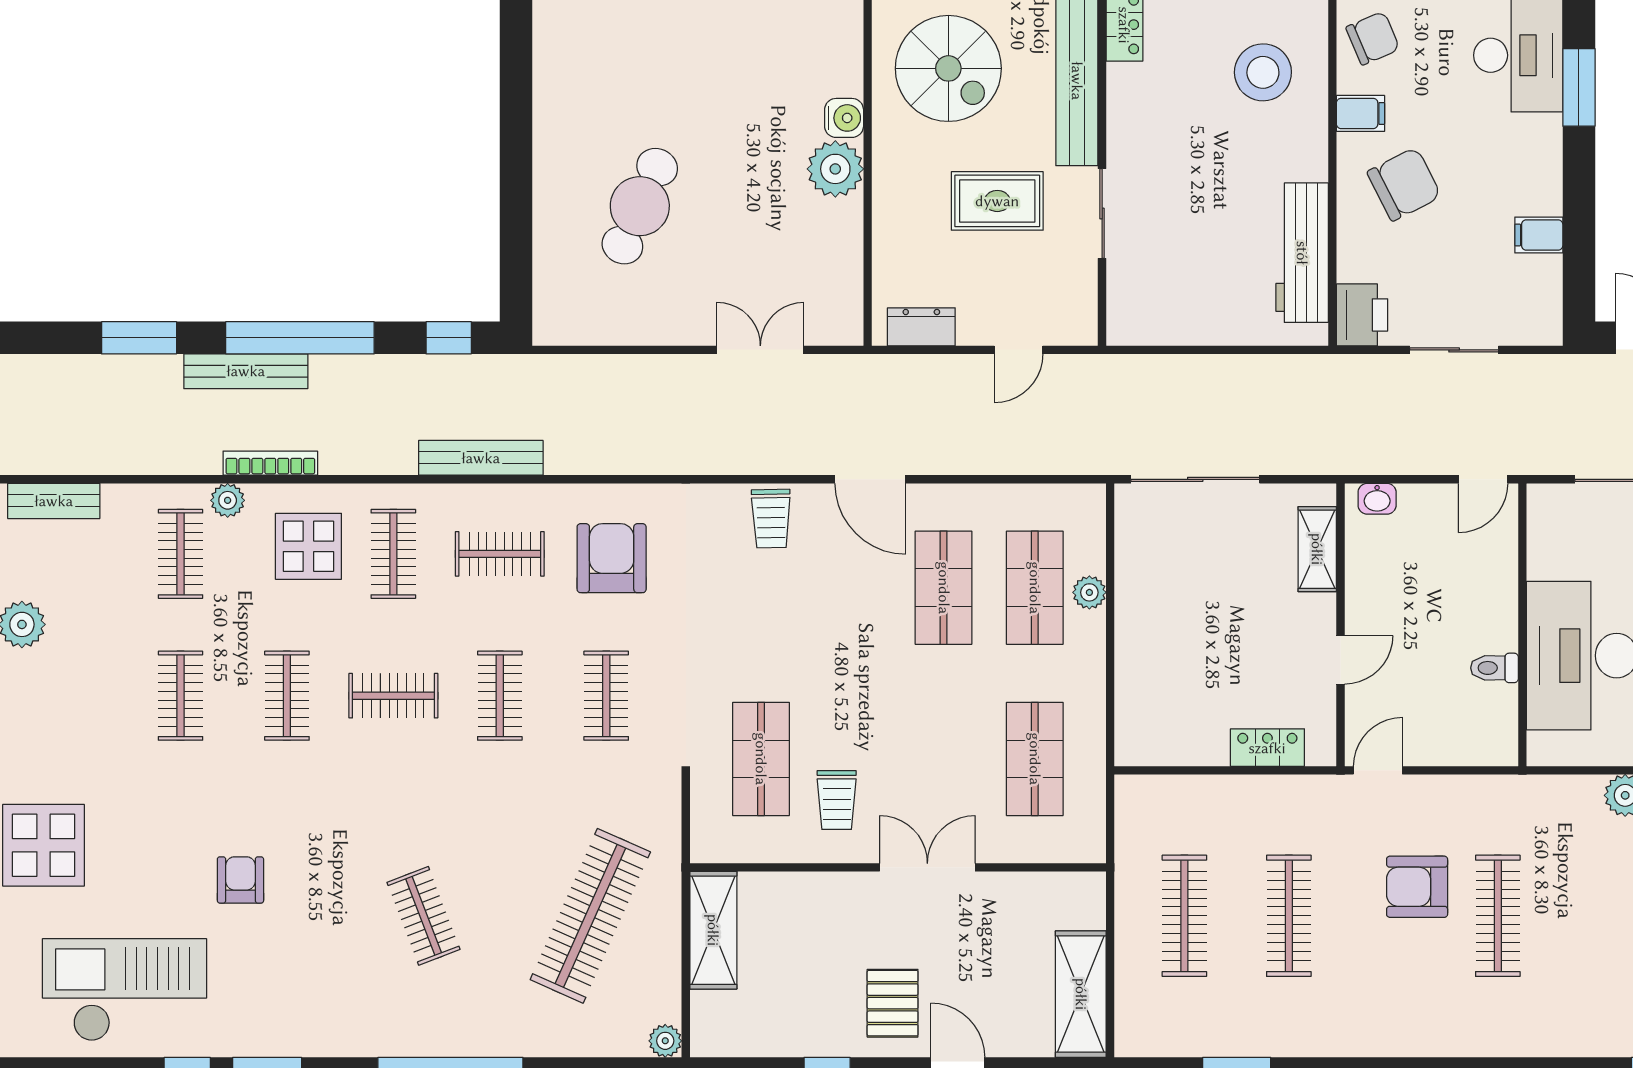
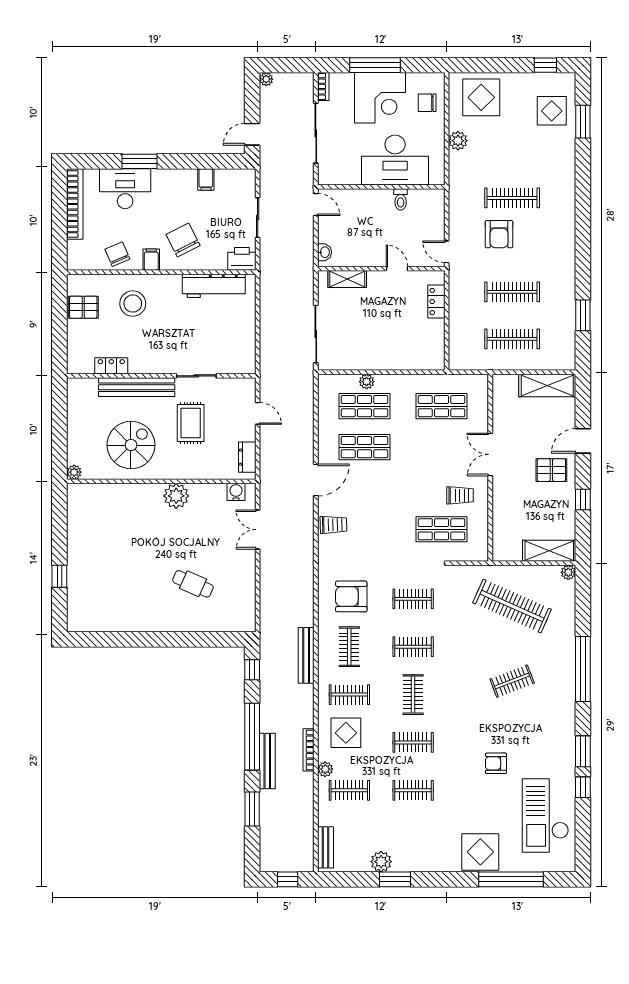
water cooler: (844, 118) -> (236, 492), moved
cafe table: (640, 206) -> (193, 584), width x0.73, depth x0.74
shelving: (713, 930) -> (549, 551), moved

